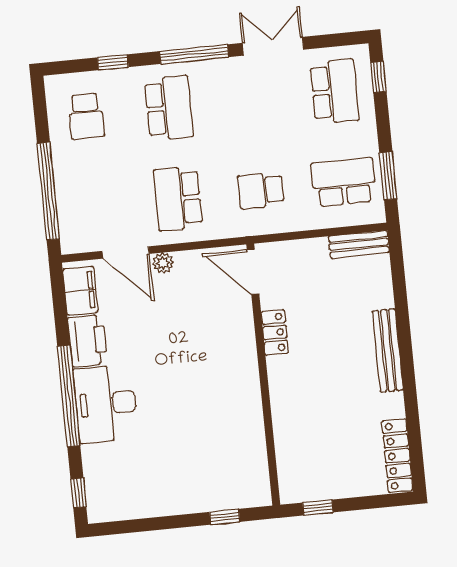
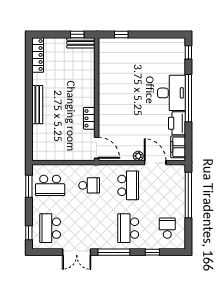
bench: (359, 244) -> (81, 43), moved

